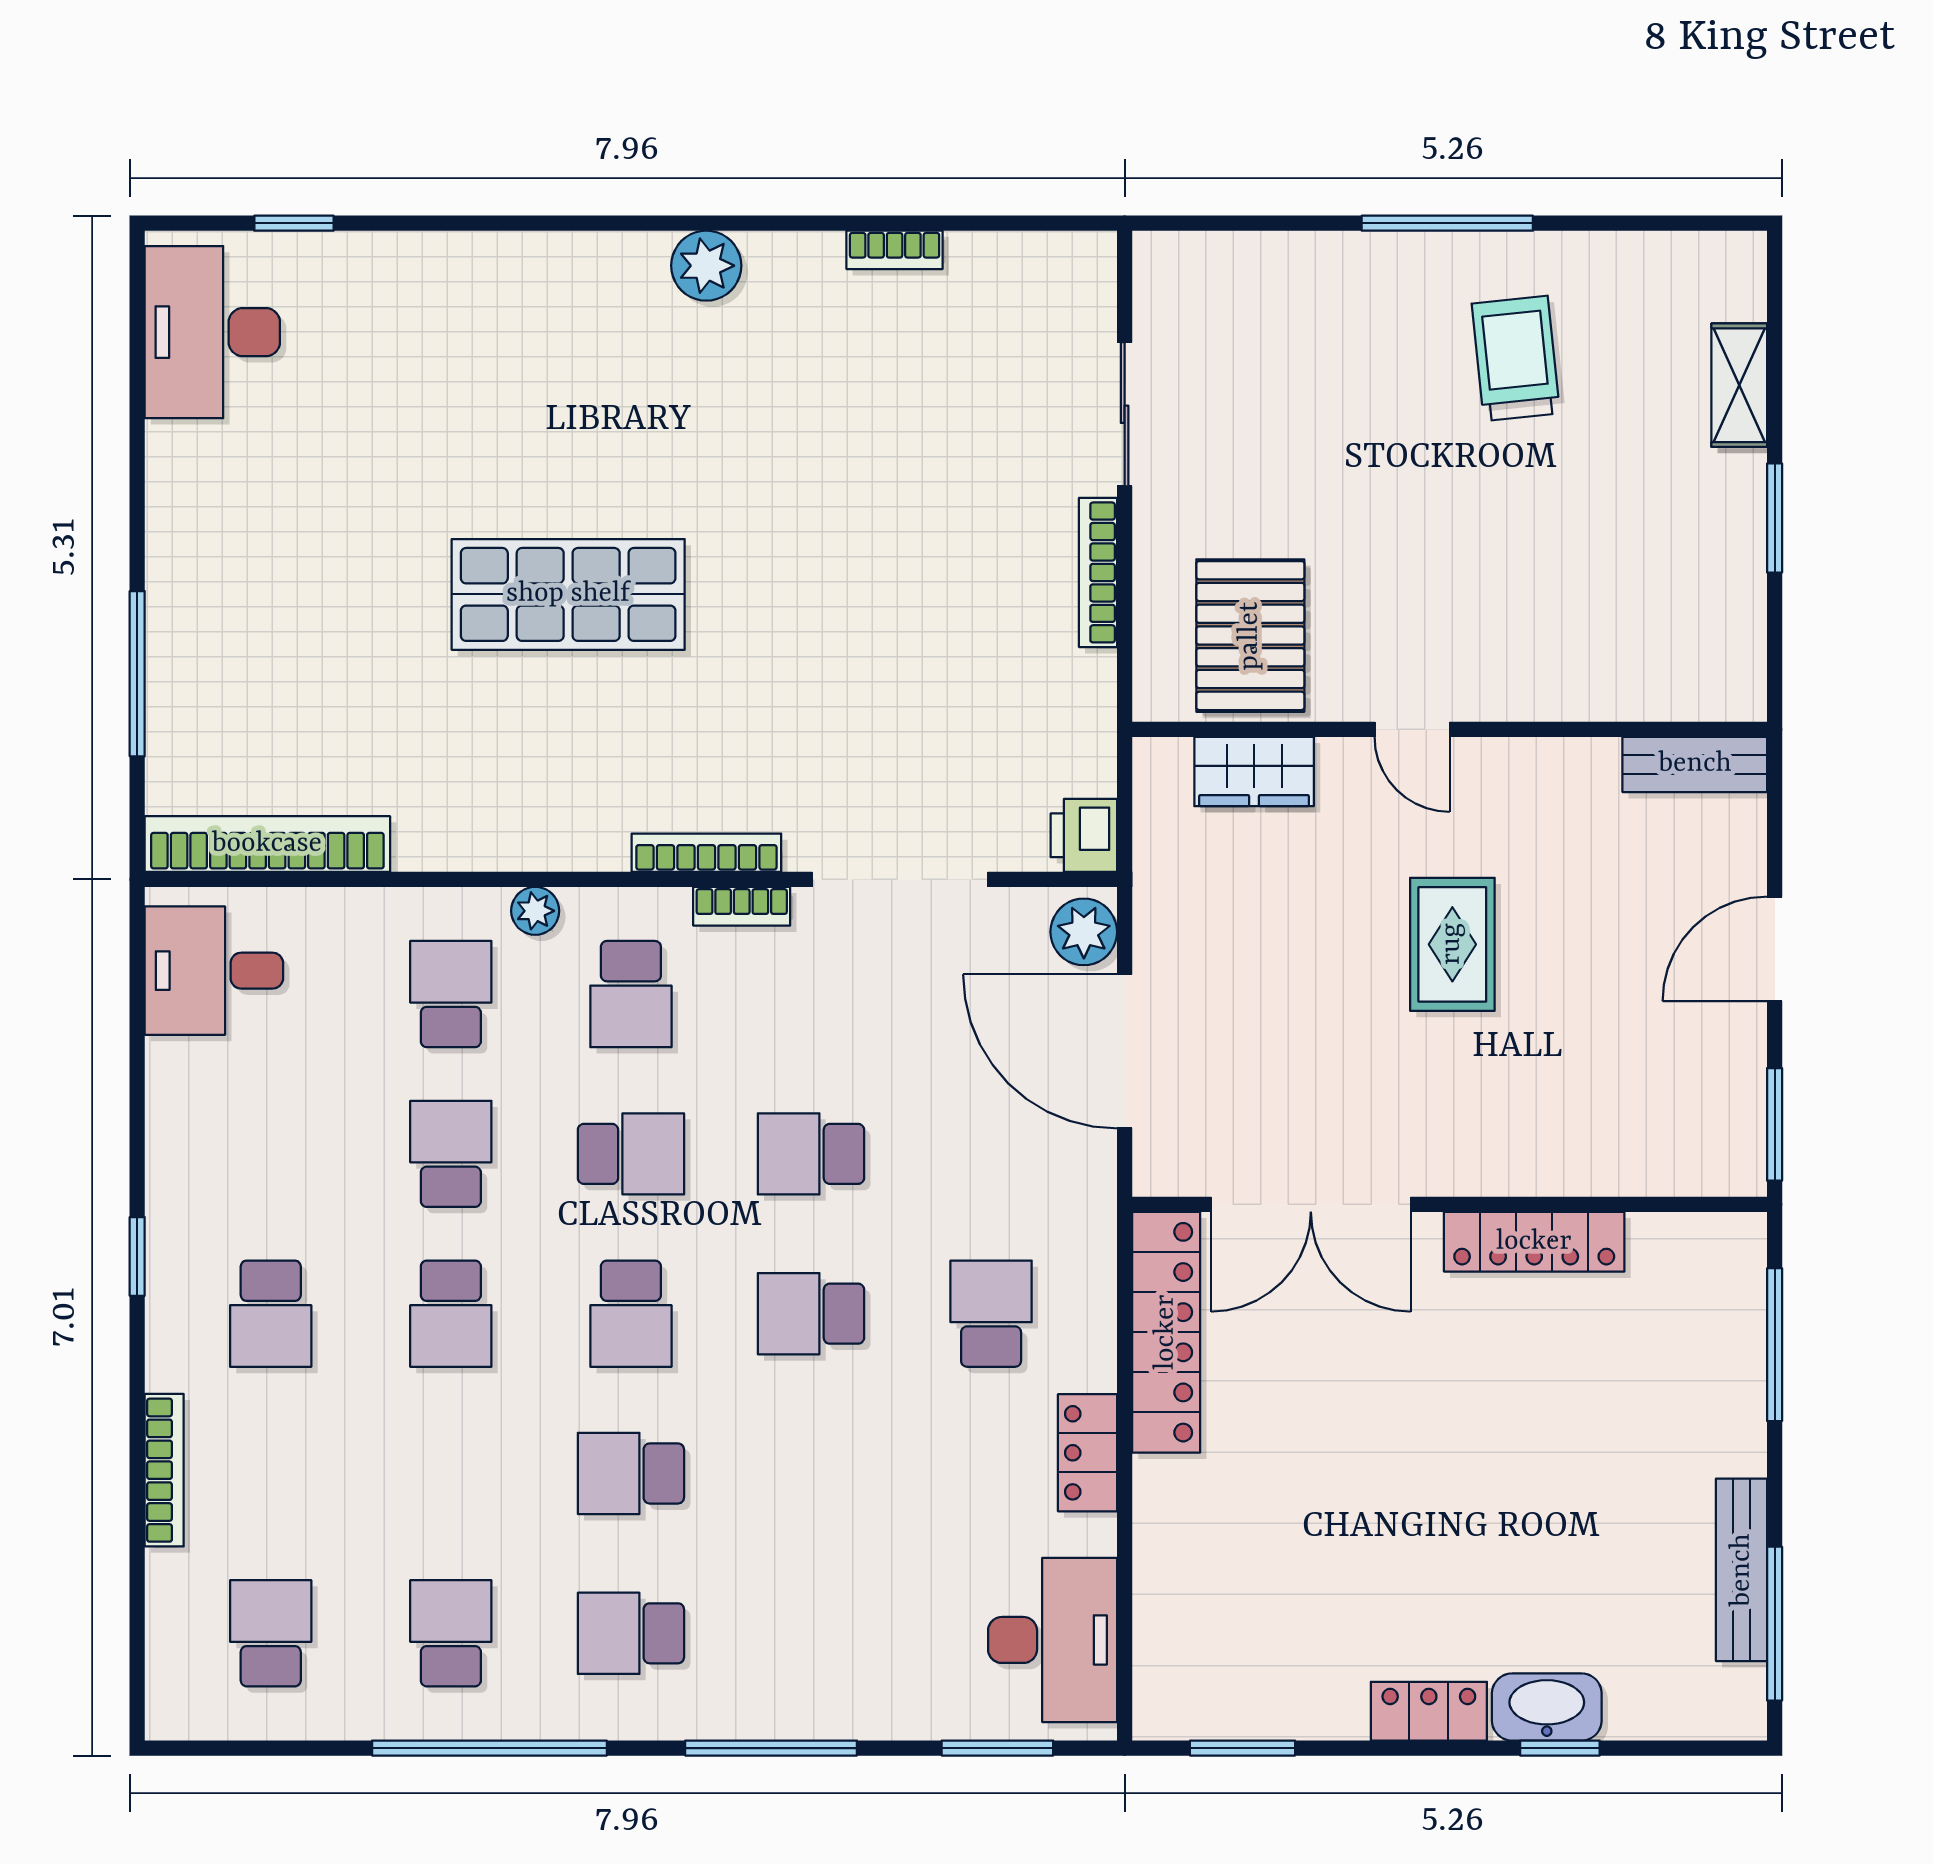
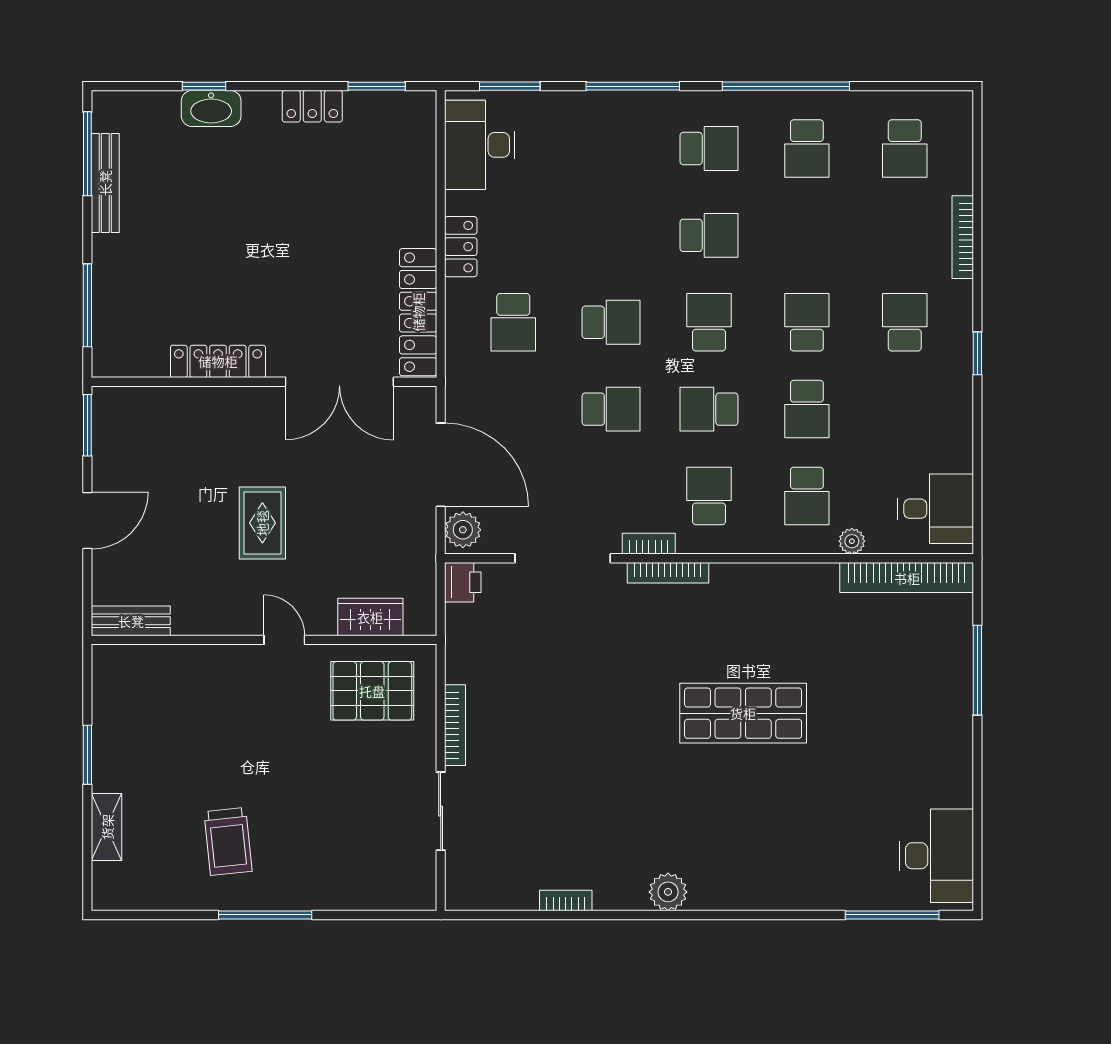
window: (294, 223) -> (892, 915), width x2.17
pallet: (1250, 636) -> (372, 691), turned 90
plant: (535, 911) -> (852, 541), moved
double door: (1311, 1204) -> (339, 382), swing flipped
locker: (1429, 1711) -> (312, 106), moved

